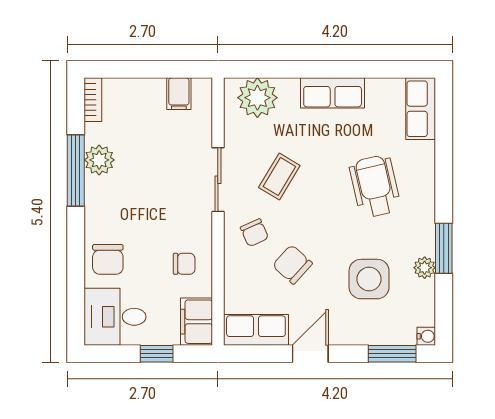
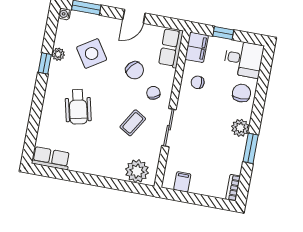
row of seats: (333, 93) -> (93, 166), removed
row of seats: (421, 109) -> (51, 158), moved, turned -90
plant: (99, 160) -> (240, 128), moved
window: (76, 170) -> (251, 148), width x0.69
window: (444, 248) -> (45, 63), width x0.67
side table: (369, 279) -> (92, 53), turned -33
row of seats: (256, 330) -> (171, 48), moved, turned 90

